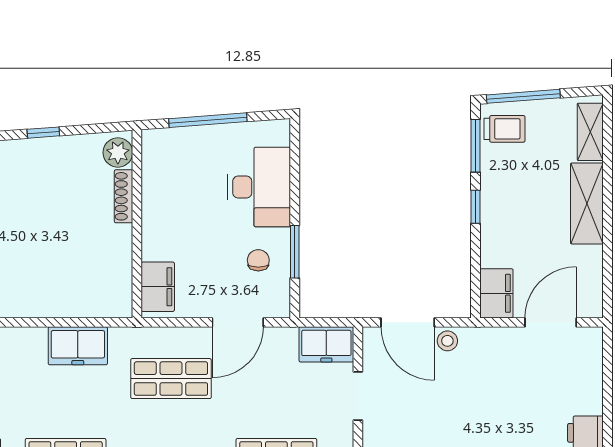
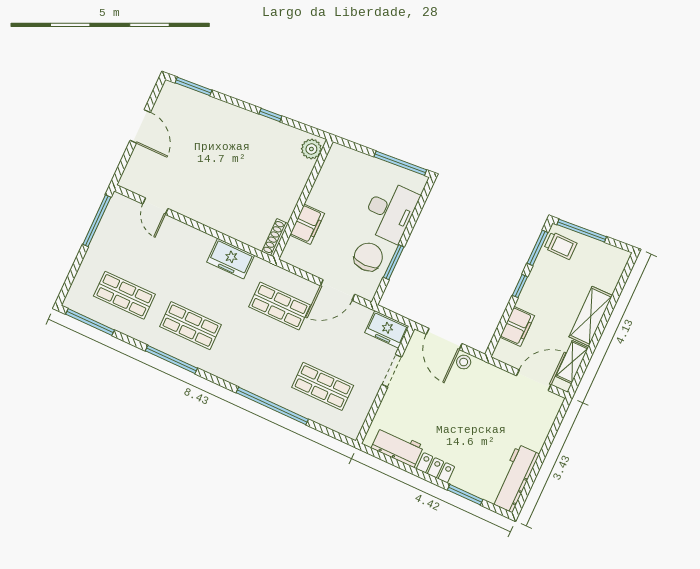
window: (208, 120) -> (400, 163), moved
shelving: (590, 132) -> (572, 362), moved
shoe rack: (124, 196) -> (275, 238), moved
chair: (258, 260) -> (368, 257), width x1.87, depth x1.87
filing cabinet: (158, 287) -> (307, 224), moved
filing cabinet: (496, 293) -> (517, 326), moved

